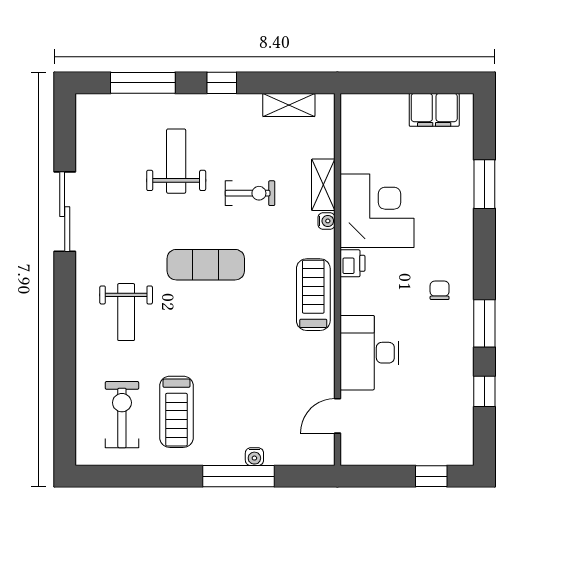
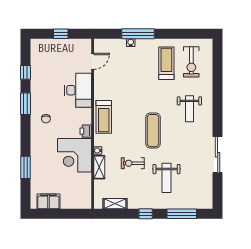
exercise mat: (206, 265) -> (153, 131), turned 90
weight bench: (126, 312) -> (189, 109), turned 180
window: (431, 476) -> (61, 34), moved

